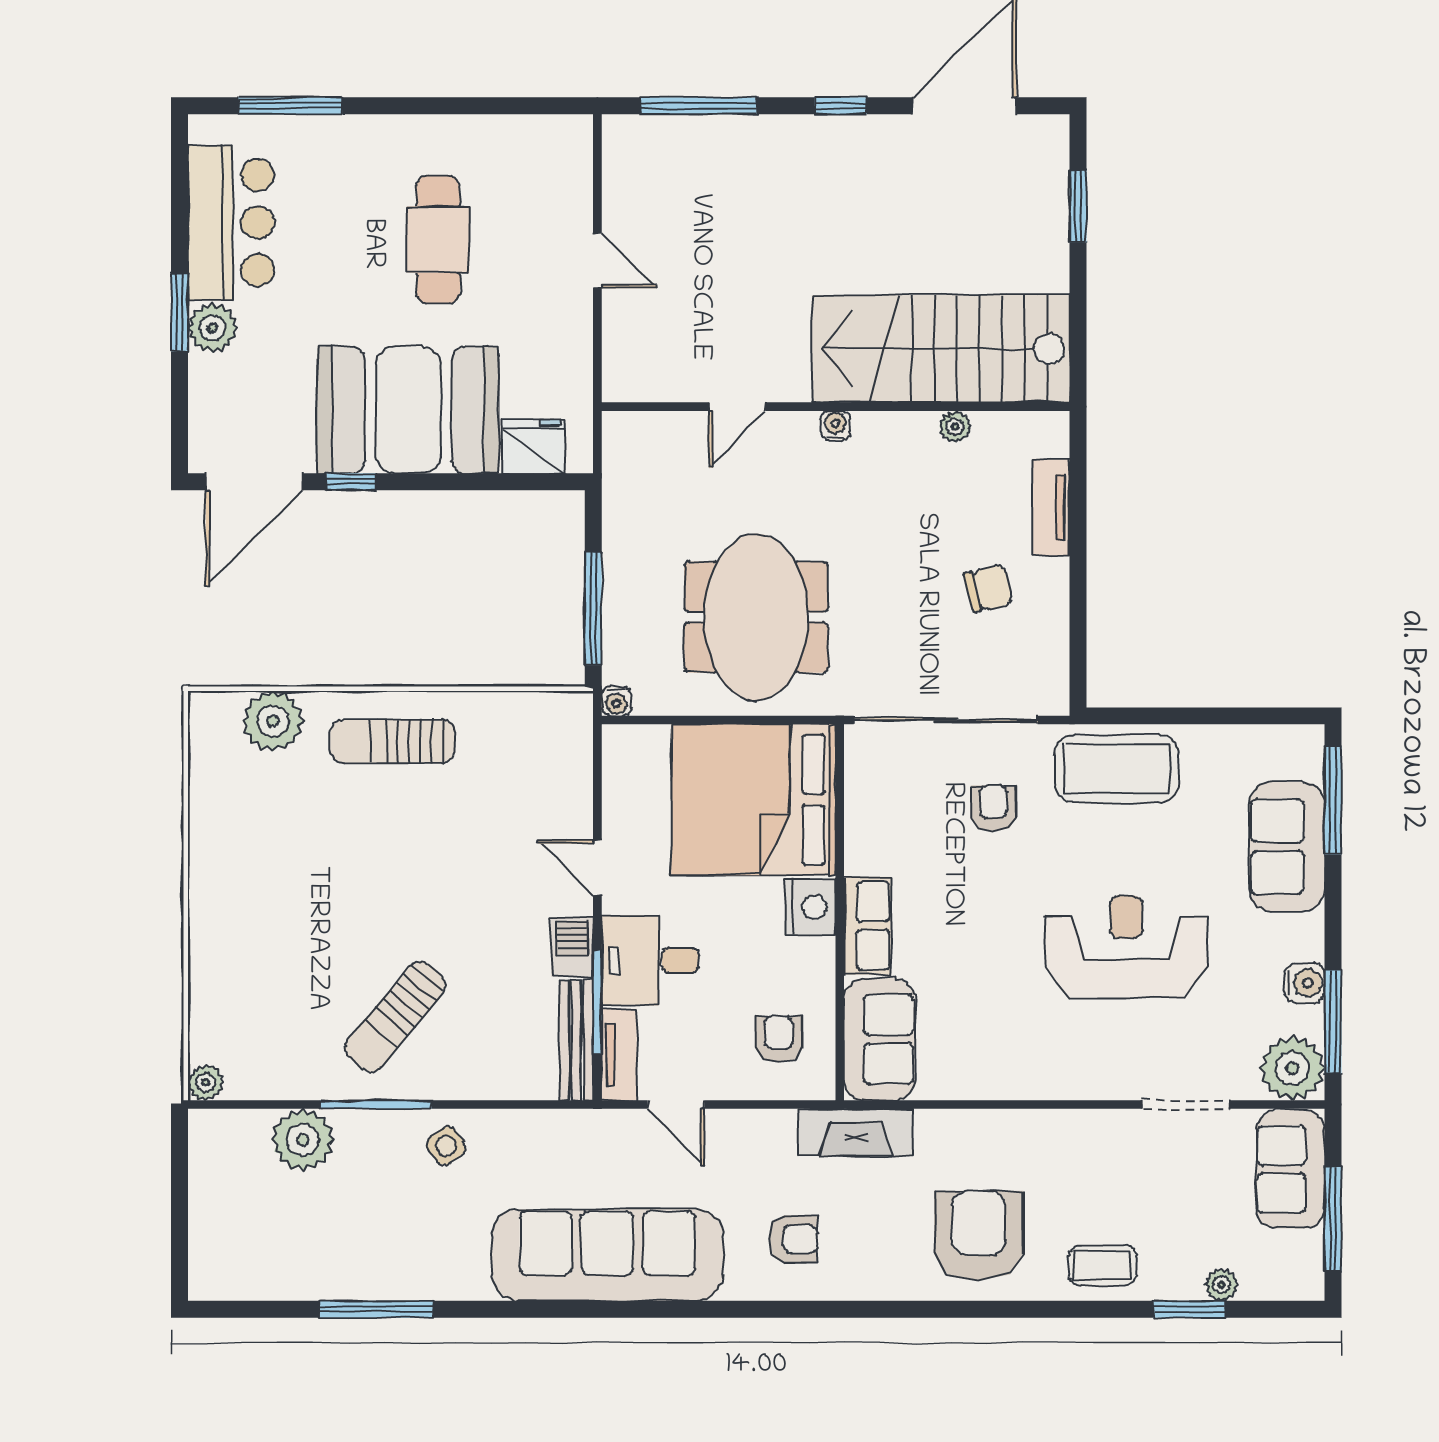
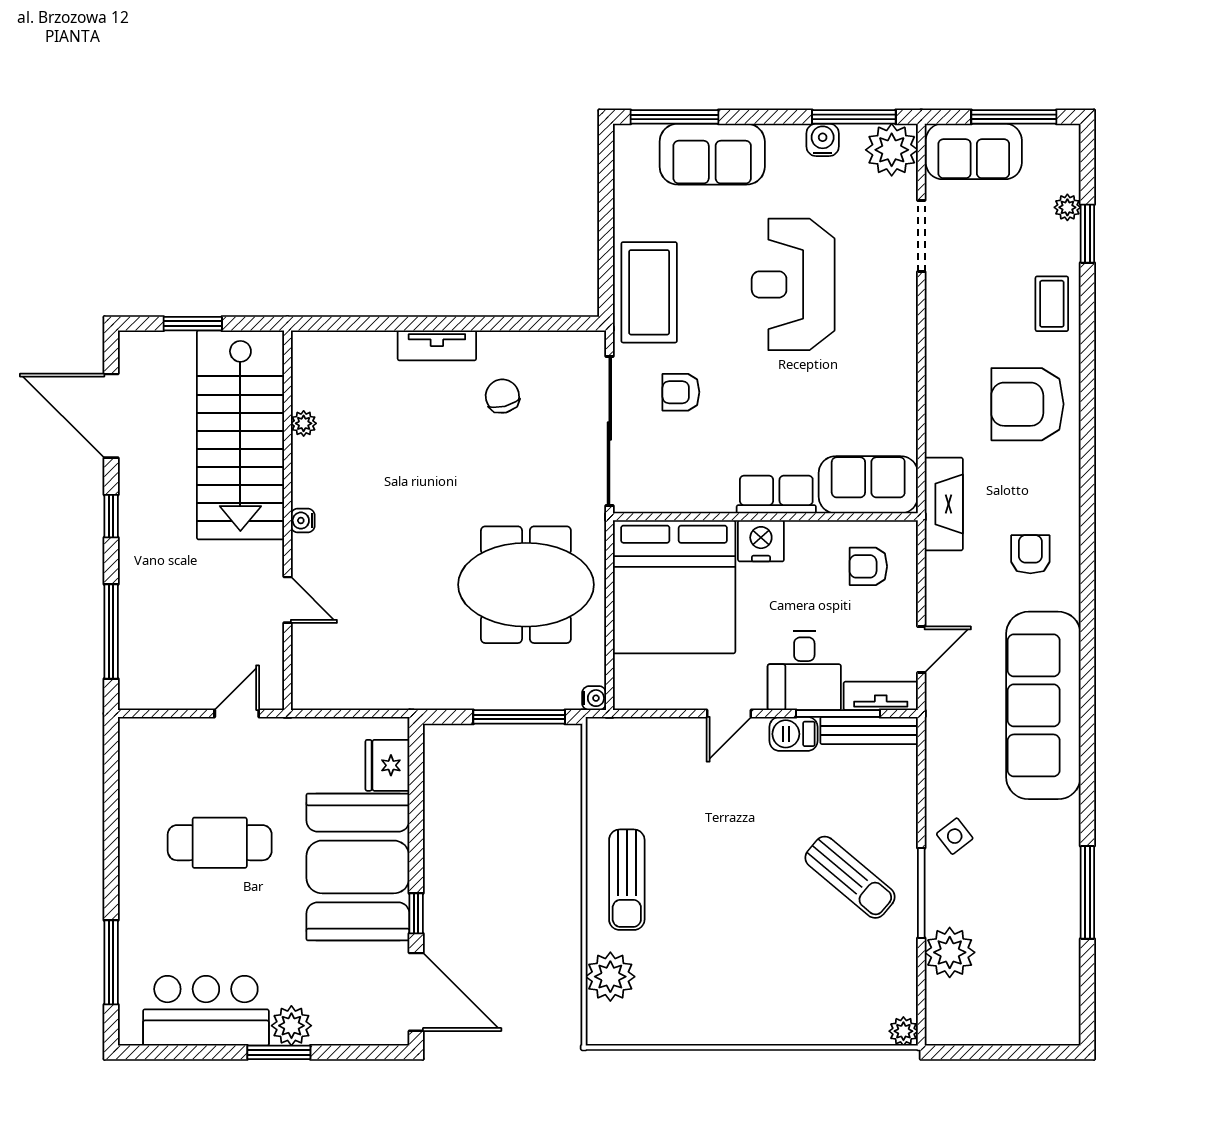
stairs: (941, 349) -> (240, 435), moved
door: (738, 407) -> (287, 600), moved
wall: (836, 407) -> (287, 520), moved
water cooler: (835, 426) -> (303, 521), moved
plant: (955, 427) -> (304, 423), moved

